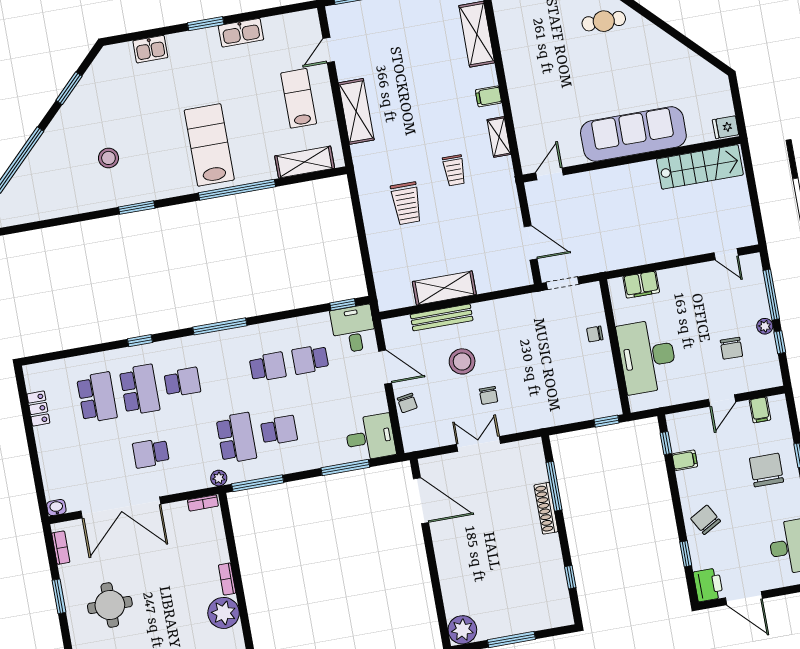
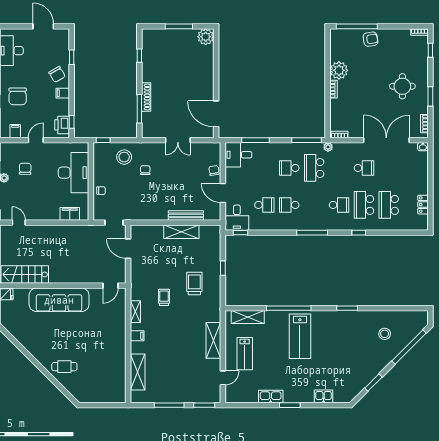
stool: (108, 158) -> (385, 334), moved
window: (362, 238) -> (223, 268), added
stool: (462, 361) -> (124, 157), moved
school desk: (182, 382) -> (339, 205), turned 180
chair: (489, 395) -> (145, 170), moved
filing cabinet: (685, 460) -> (63, 93), moved
printer: (708, 585) -> (62, 125), moved

